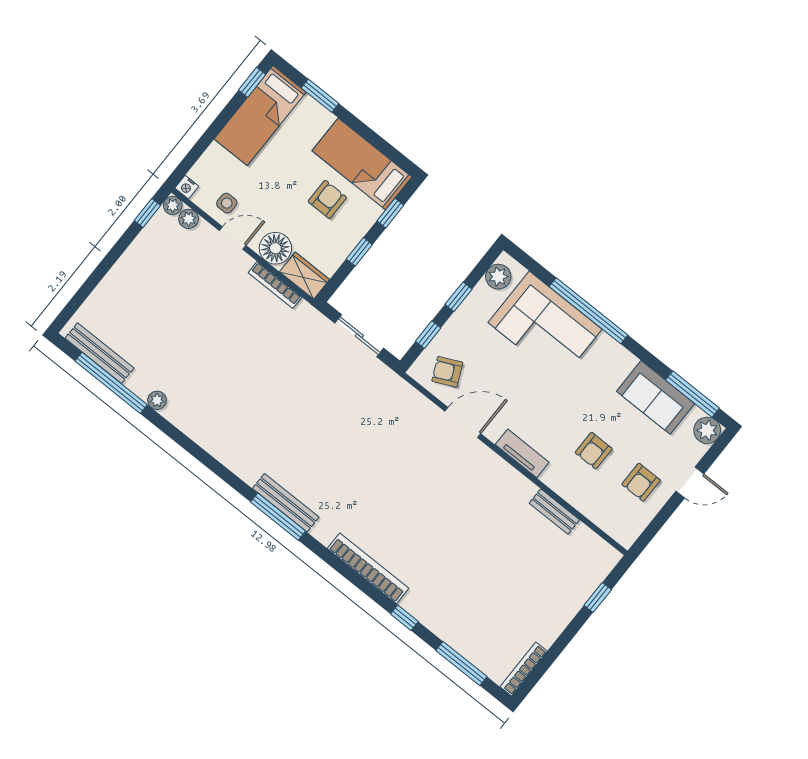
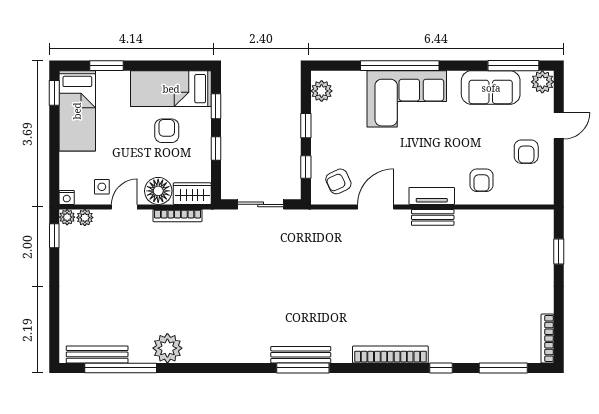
corner sofa: (545, 326) -> (407, 99), moved
plant: (157, 400) -> (167, 348), width x1.87, depth x1.87
armchair: (594, 451) -> (481, 180), moved
bench: (554, 511) -> (433, 217), moved

